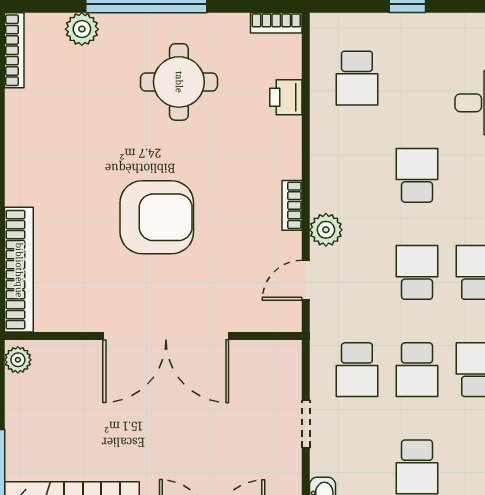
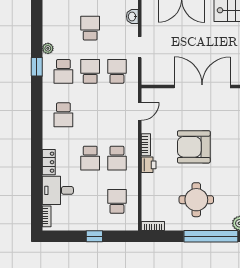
printer: (286, 97) -> (149, 165), moved
armchair: (157, 217) -> (194, 147), moved
plant: (326, 230) -> (131, 134), removed
school desk: (417, 272) -> (117, 158), moved

